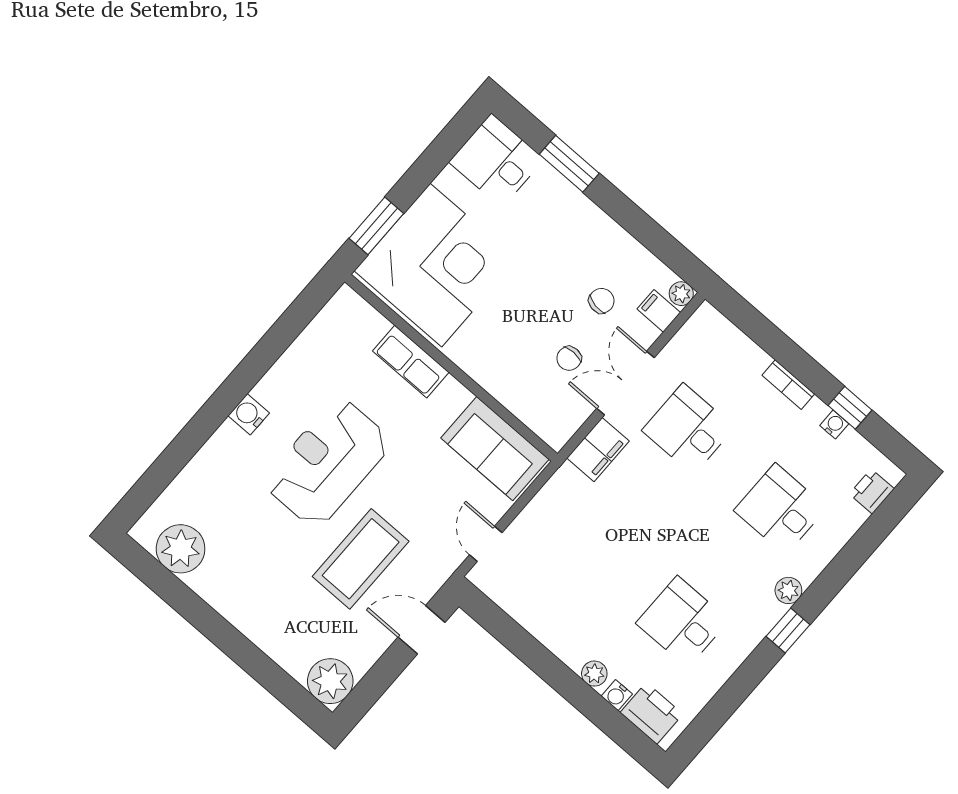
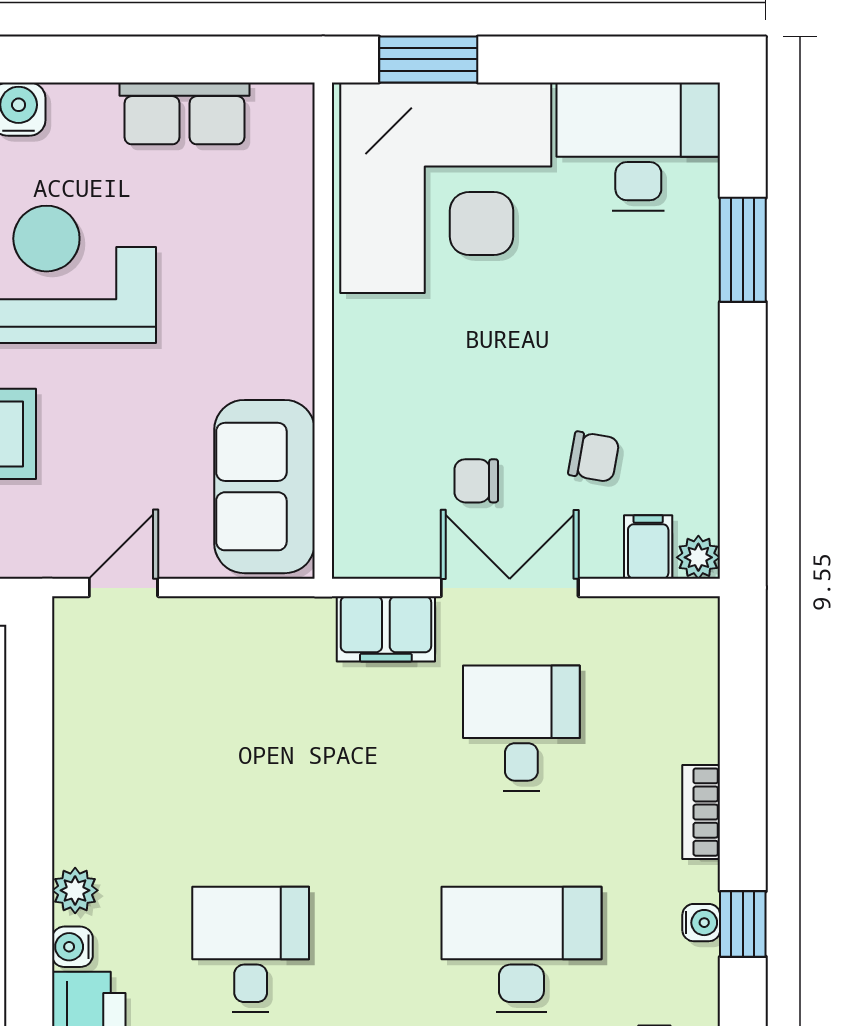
desk: (497, 161) -> (638, 146), width x1.37
row of seats: (411, 362) -> (184, 113), moved, turned -90
desk: (780, 509) -> (521, 949), width x1.37

